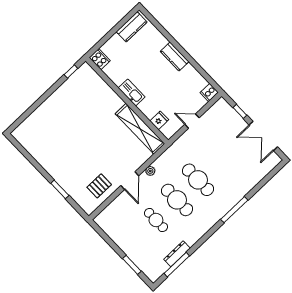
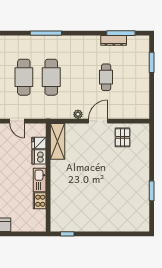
cooker: (100, 59) -> (40, 201), moved
dishwasher: (149, 110) -> (39, 157), added
shelving: (140, 129) -> (57, 141), width x0.68
pallet: (99, 186) -> (123, 137), turned 90
window: (60, 189) -> (152, 191), moved
cafe table: (177, 200) -> (24, 77), moved

